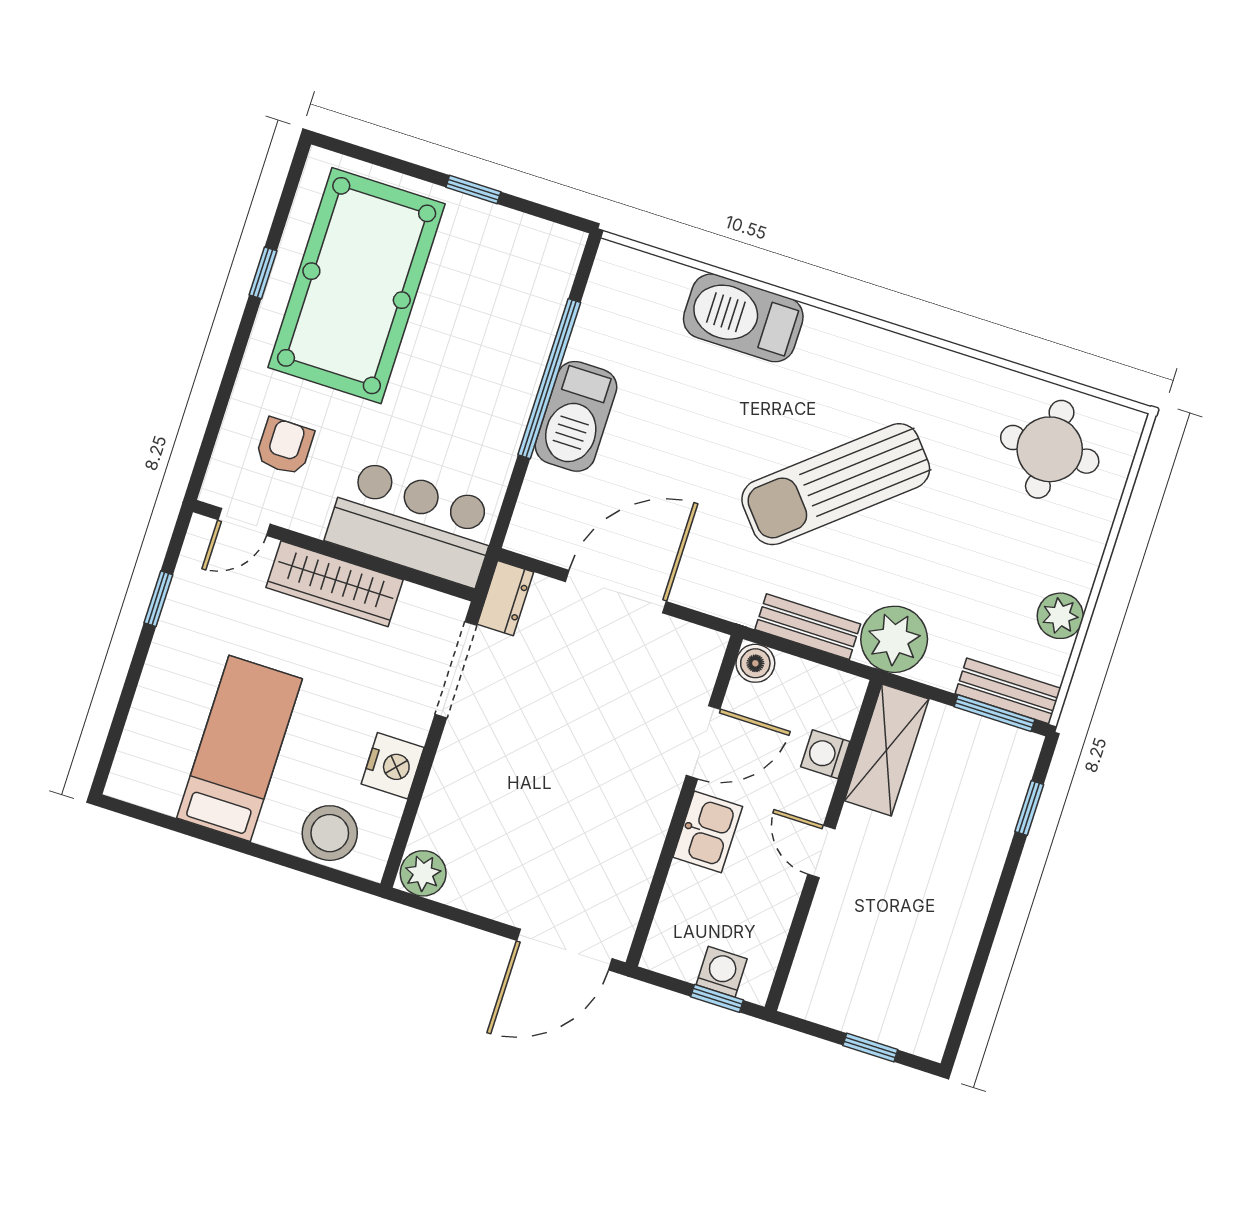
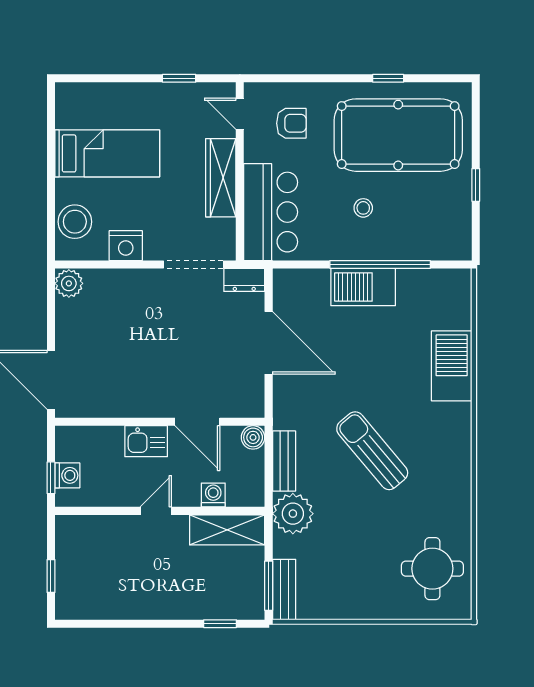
stool: (453, 377) -> (363, 208), added
sun lounger: (836, 484) -> (372, 451), width x0.73, depth x0.75
plant: (1060, 616) -> (338, 606), removed

